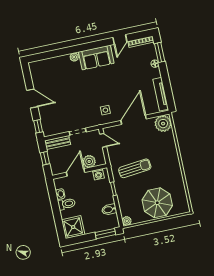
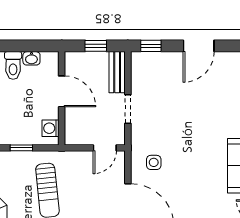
plant: (89, 161) -> (75, 118), removed

